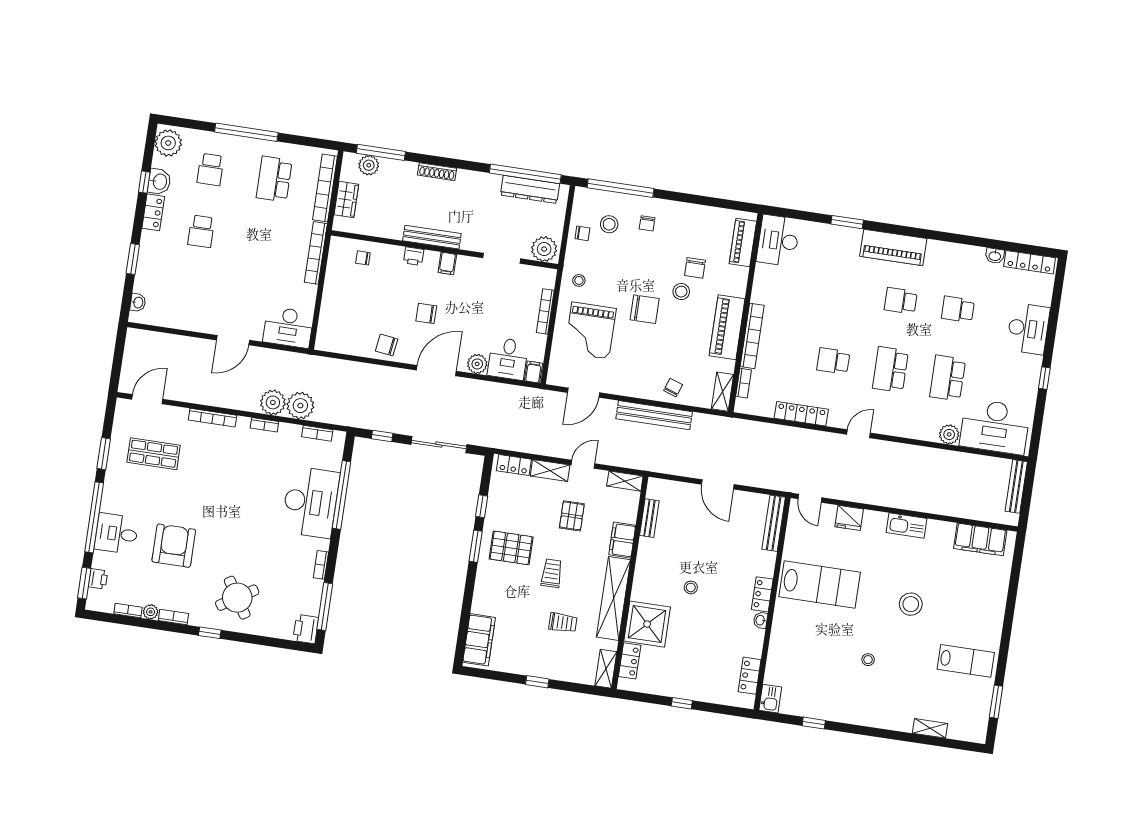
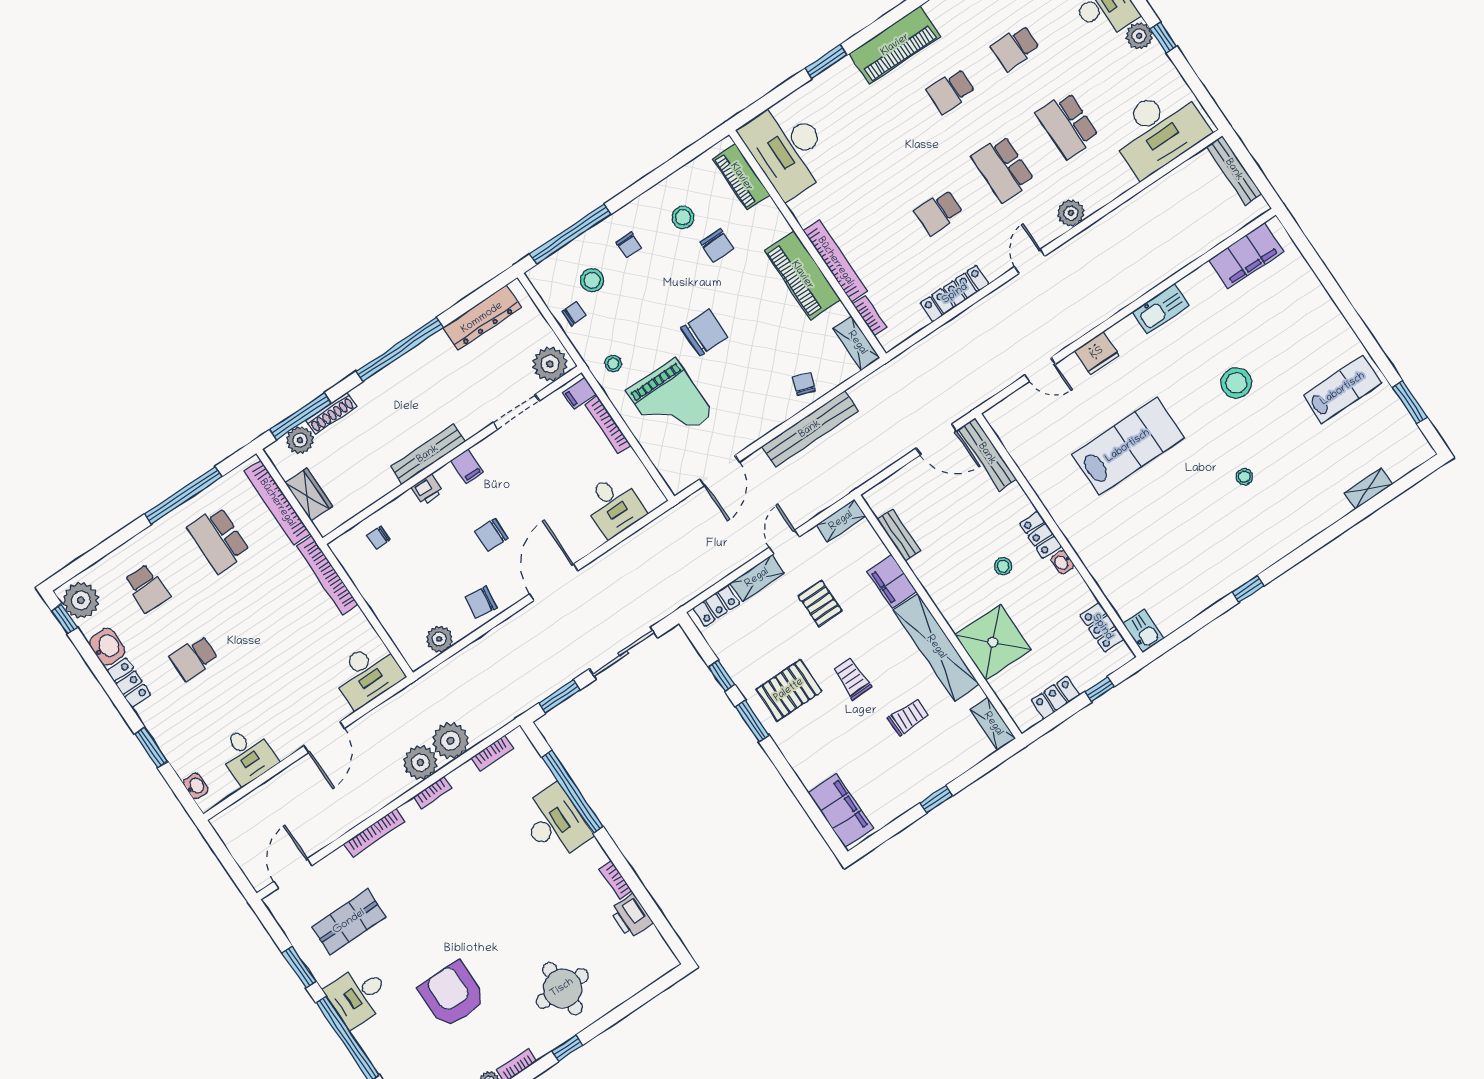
window: (246, 132) -> (183, 495), moved
shoe rack: (437, 172) -> (331, 413), moved
window: (525, 174) -> (400, 349), moved
window: (144, 182) -> (64, 619), moved
school desk: (201, 231) -> (194, 658), turned 90
desk: (778, 241) -> (787, 148), width x1.36, depth x1.30
stool: (681, 292) -> (683, 217), moved
desk: (182, 311) -> (247, 755), added
plant: (477, 364) -> (439, 639), moved
plant: (1032, 365) -> (1139, 36), added
filing cabinet: (533, 372) -> (579, 393), moved, turned -90
plant: (949, 434) -> (1071, 213), moved
window: (382, 436) -> (559, 697), width x1.50
desk: (310, 502) -> (555, 823), width x0.73, depth x0.77
bench: (774, 523) -> (987, 454), moved
desk: (117, 534) -> (358, 995), moved
locker: (762, 594) -> (1040, 535), moved
round table: (237, 598) -> (562, 988), turned 32
wall: (772, 604) -> (1059, 535), moved
window: (325, 606) -> (657, 918), removed
washbasin: (760, 620) -> (1062, 562), moved
printer: (306, 629) -> (631, 916), moved
locker: (630, 661) -> (1055, 698), moved, turned -90
locker: (750, 676) -> (1102, 627), moved
kitchen sink: (770, 699) -> (1143, 631), moved

